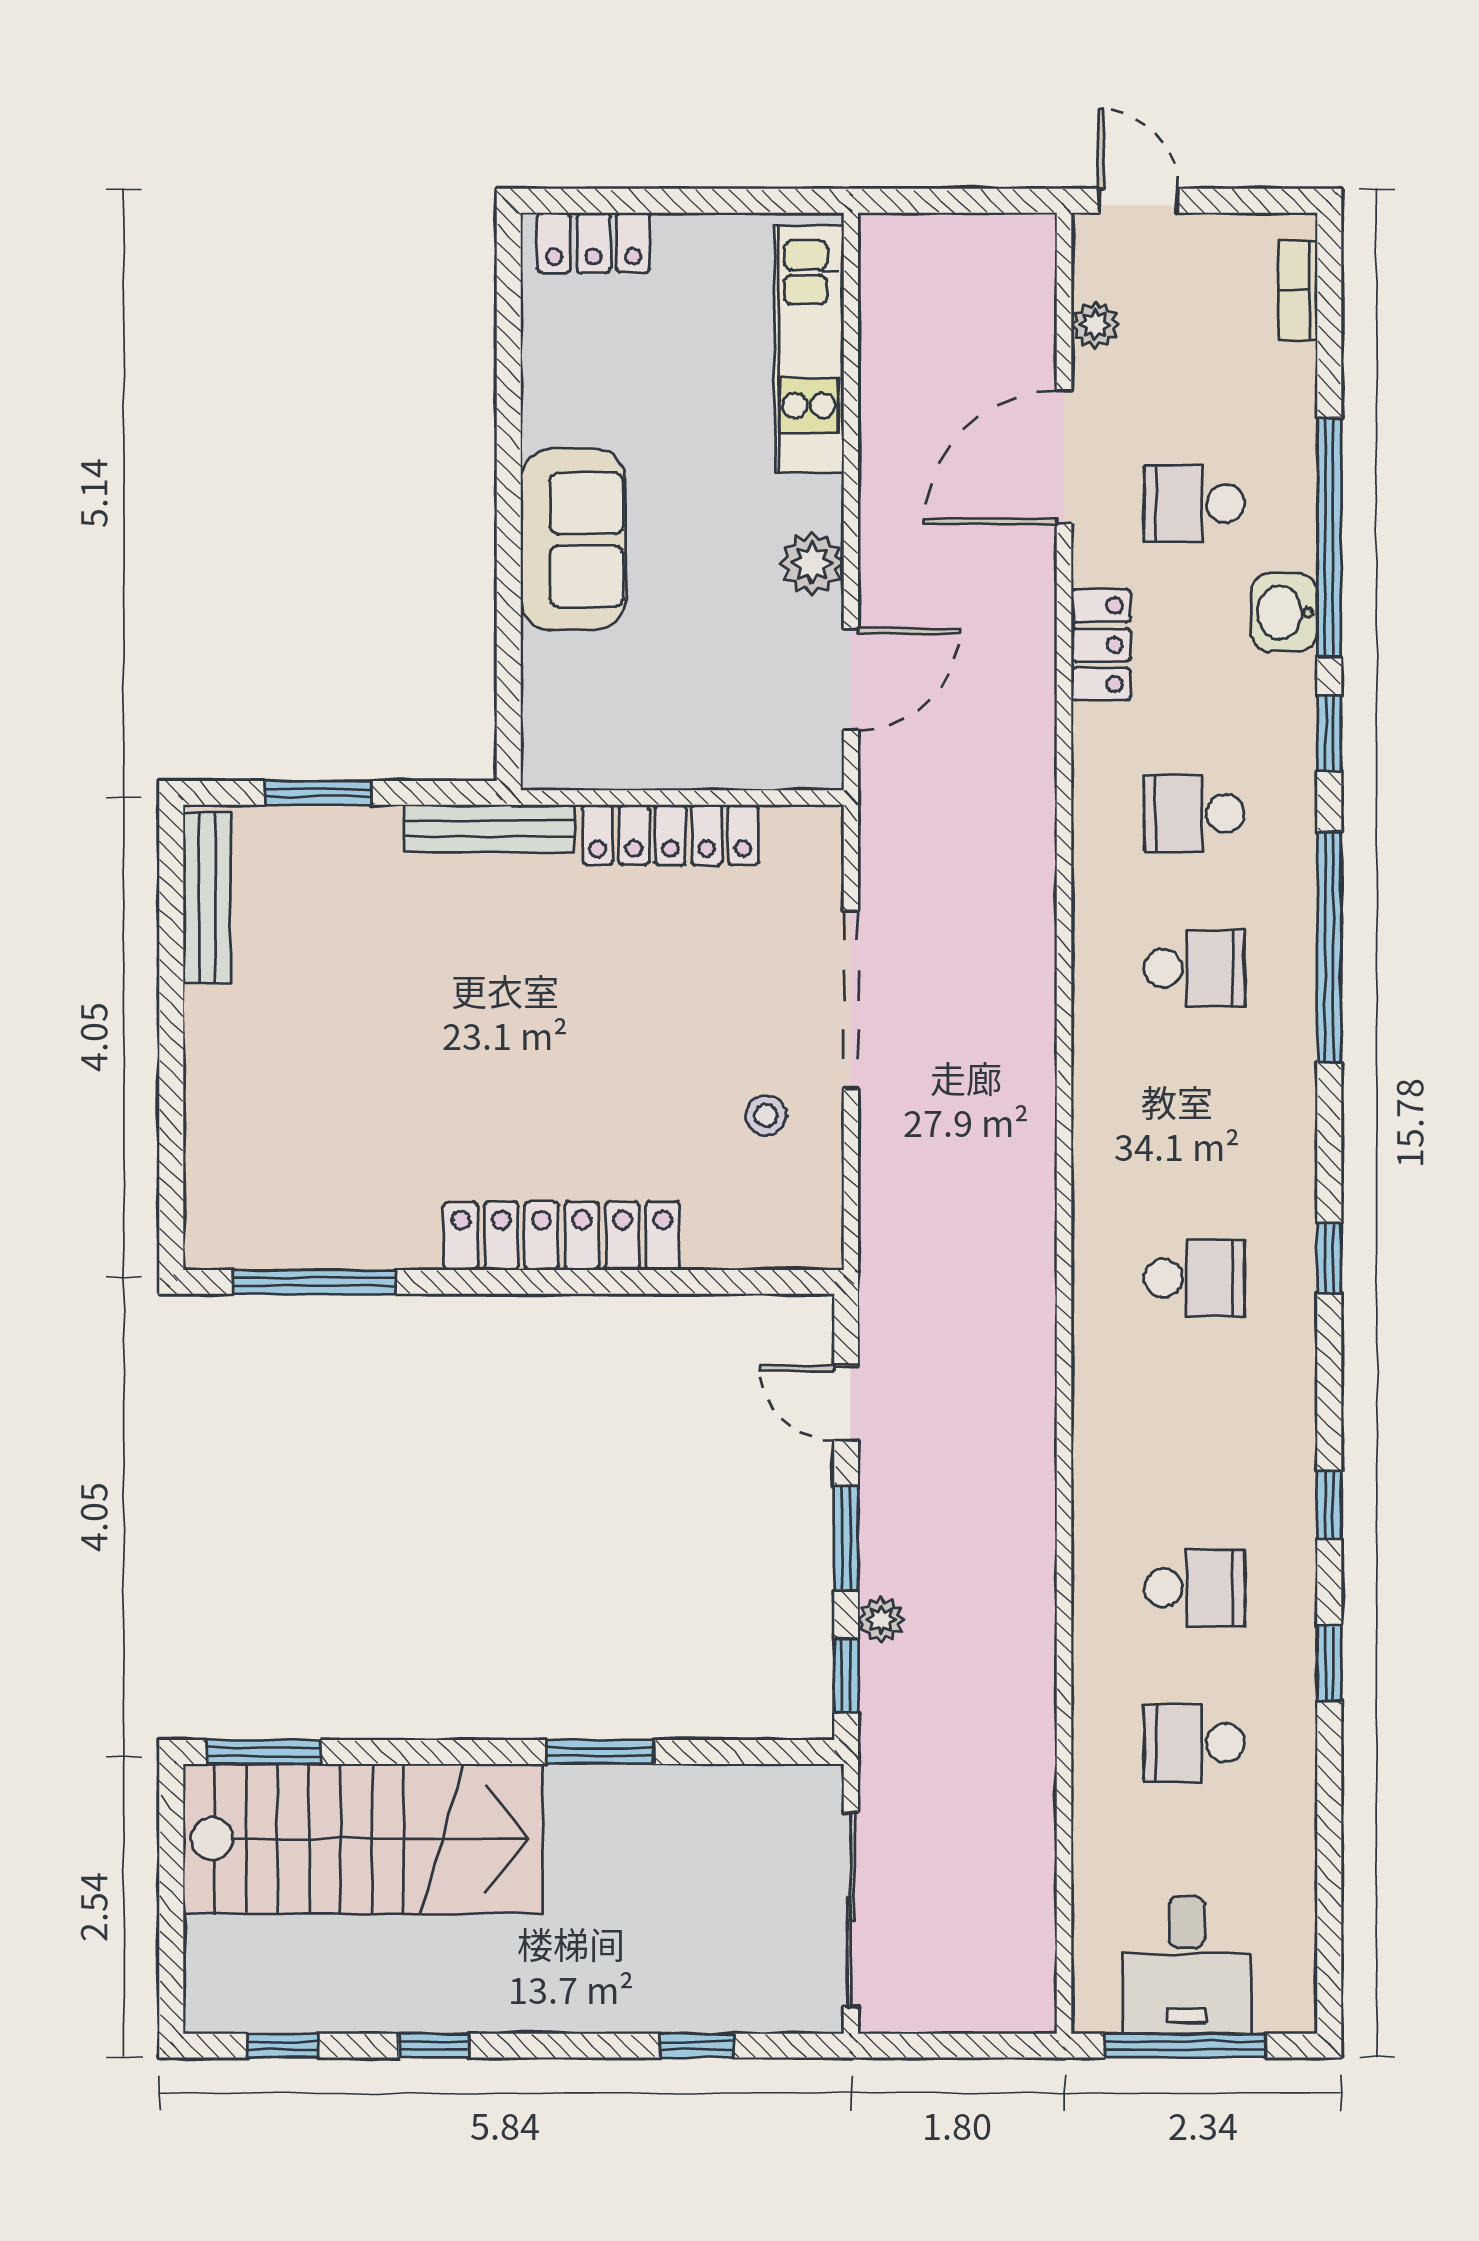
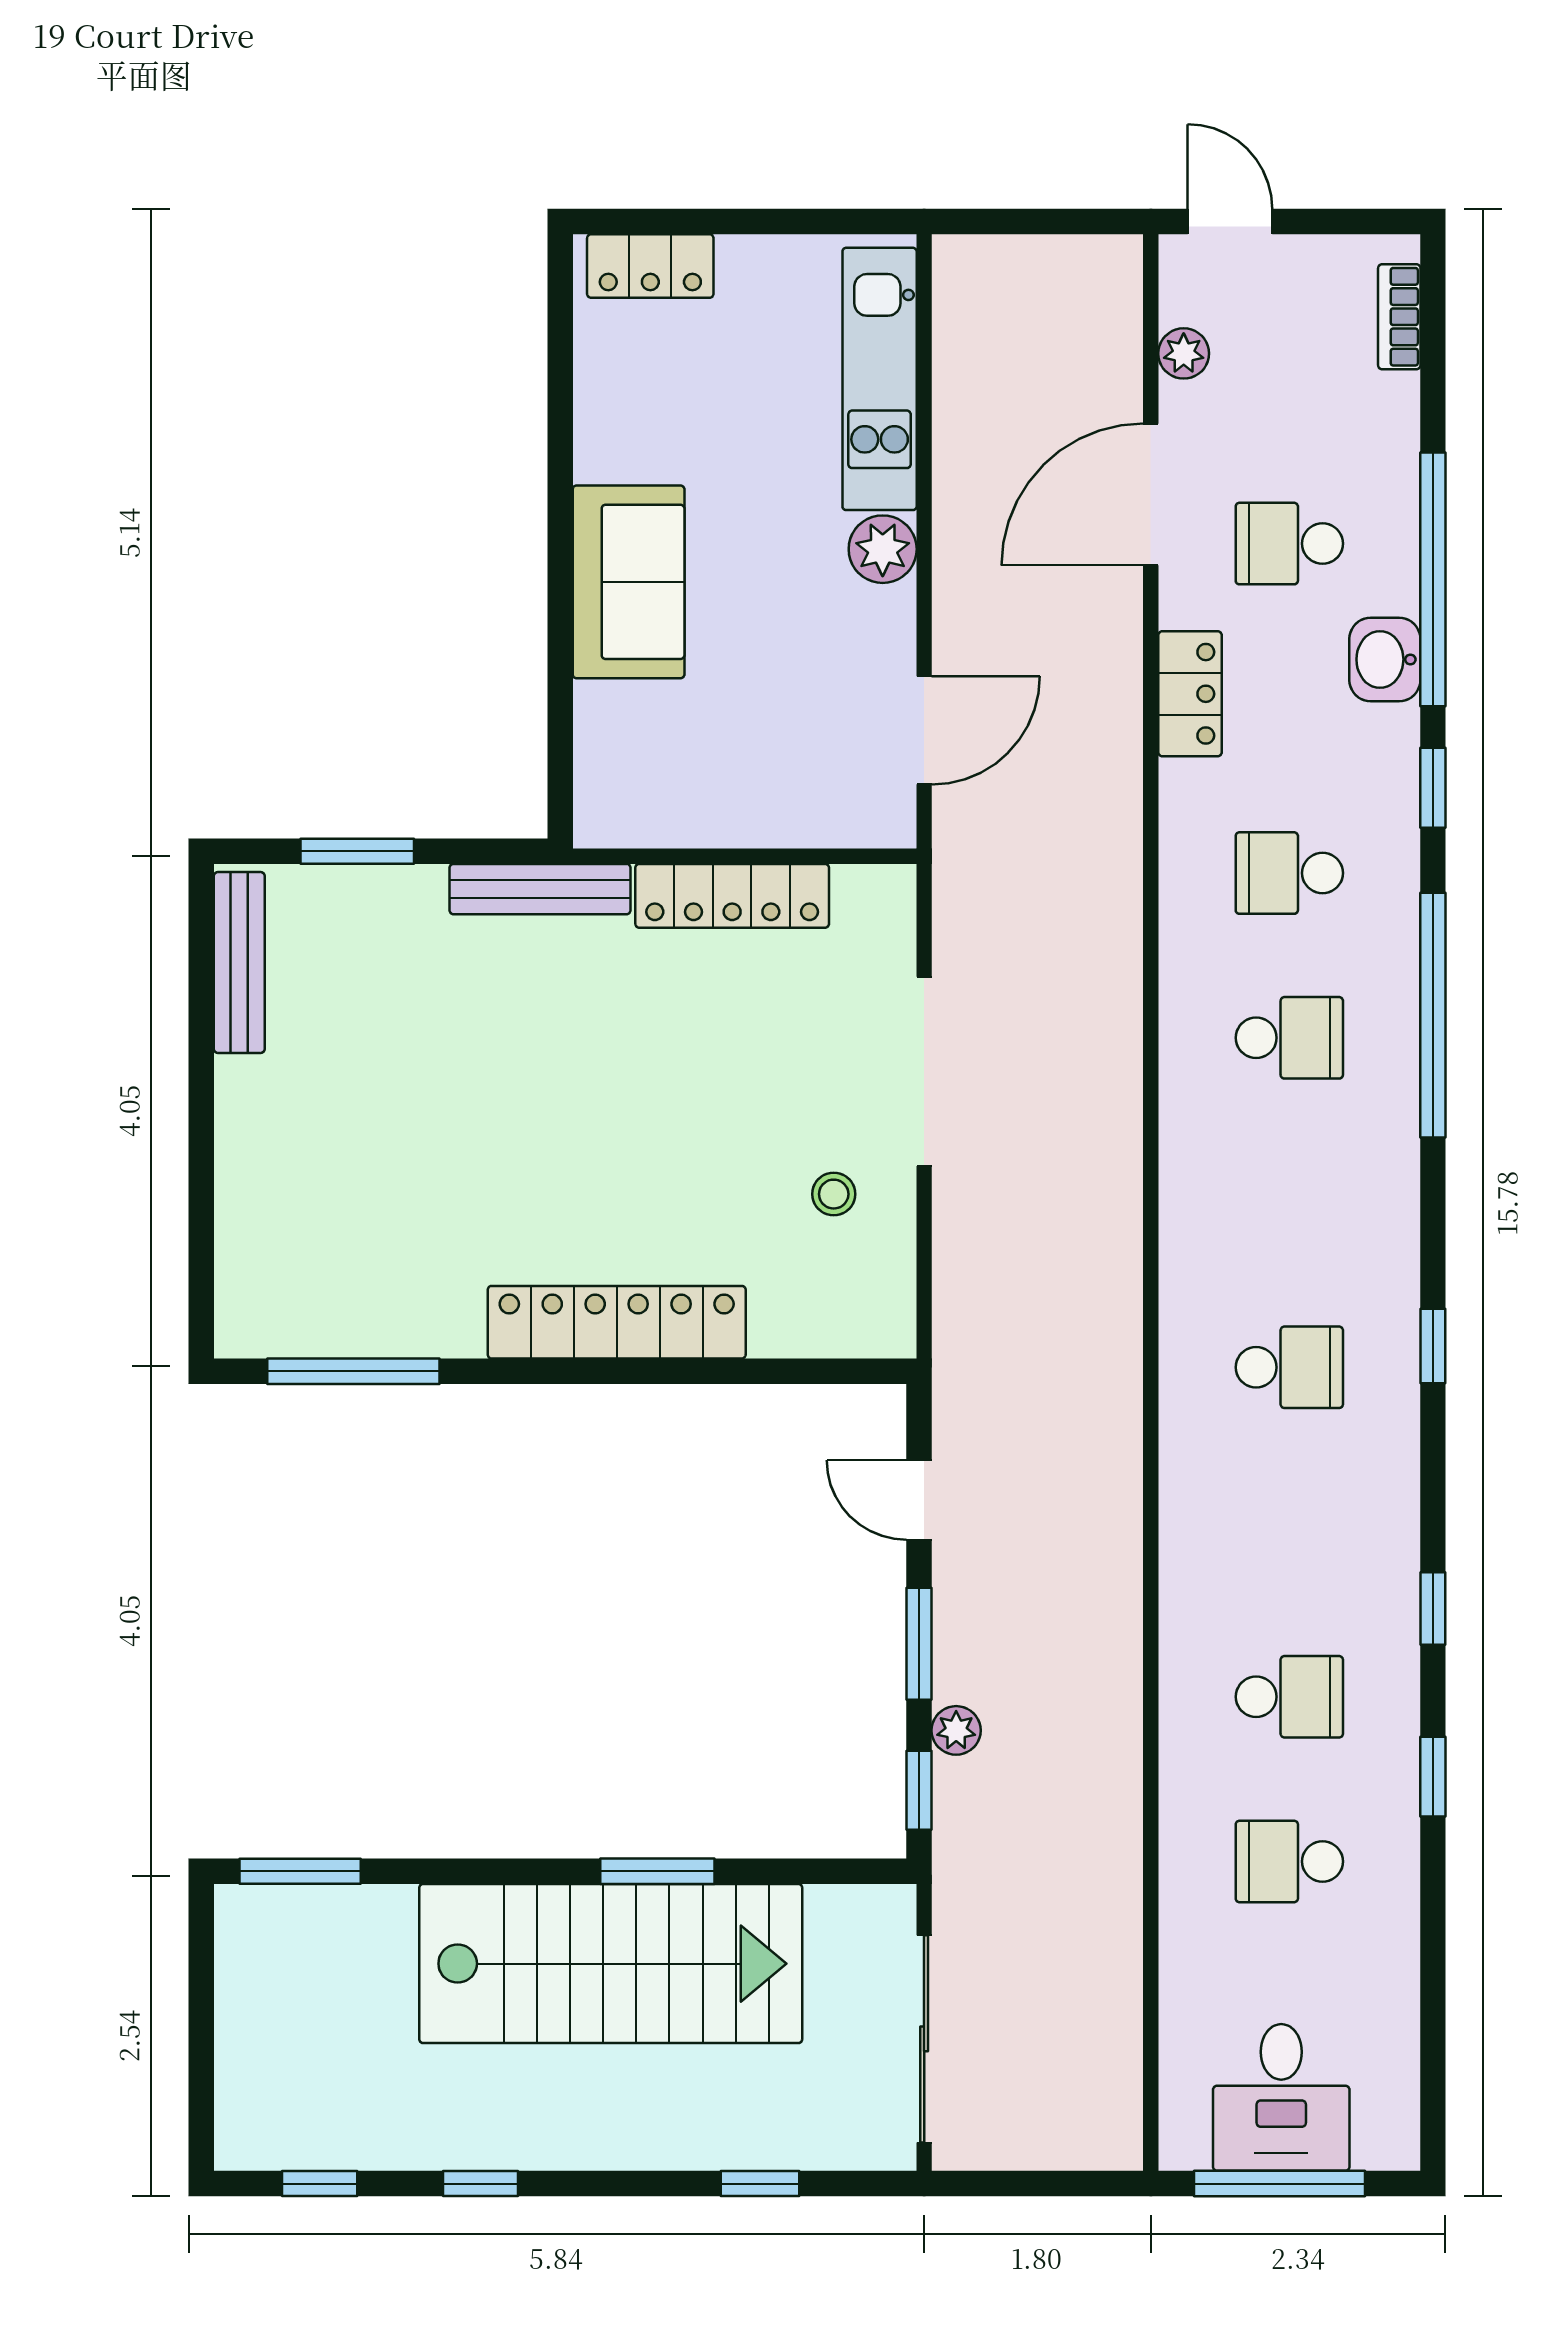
plant: (812, 563) -> (883, 549), moved
stairs: (363, 1839) -> (611, 1964), moved

